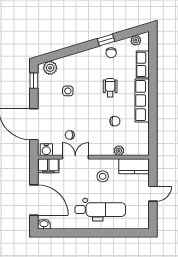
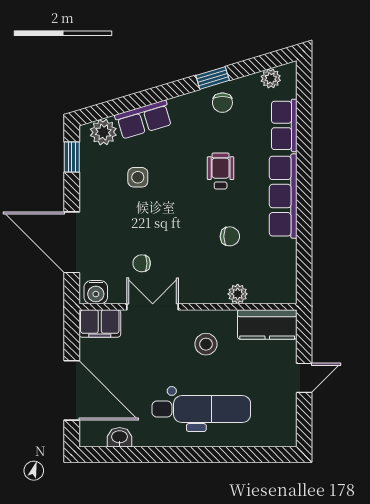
row of seats: (71, 61) -> (144, 120), added
washbasin: (44, 224) -> (119, 437), moved

